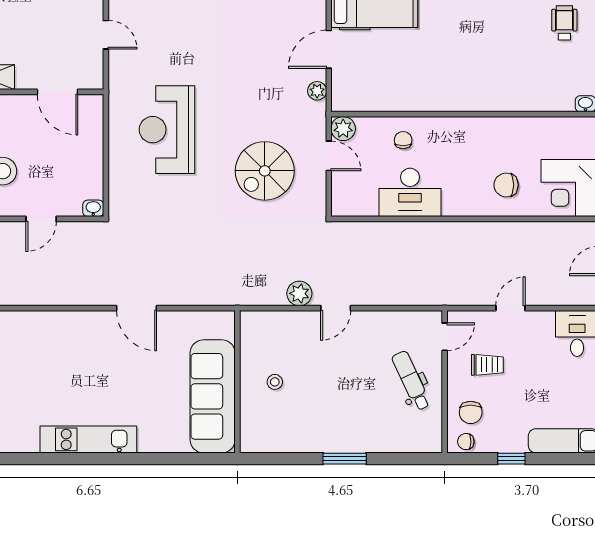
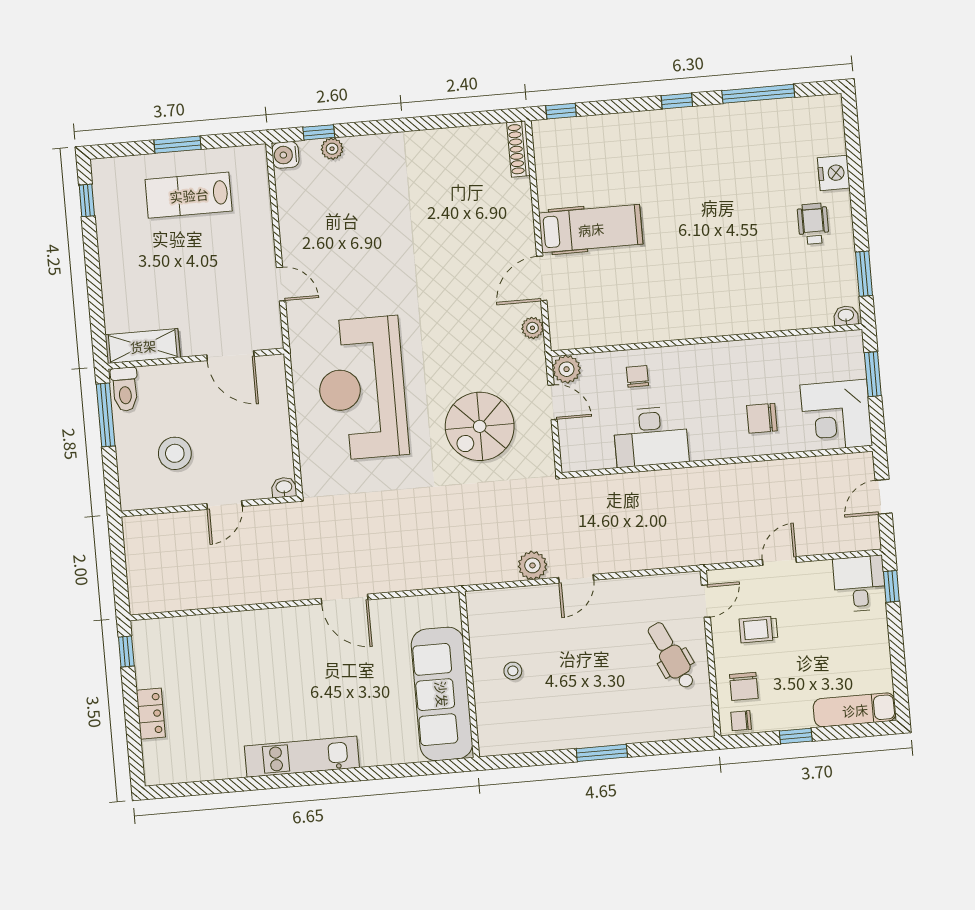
reception desk: (167, 130) -> (362, 388), width x1.36, depth x1.30
trolley: (487, 365) -> (758, 629), turned 180

